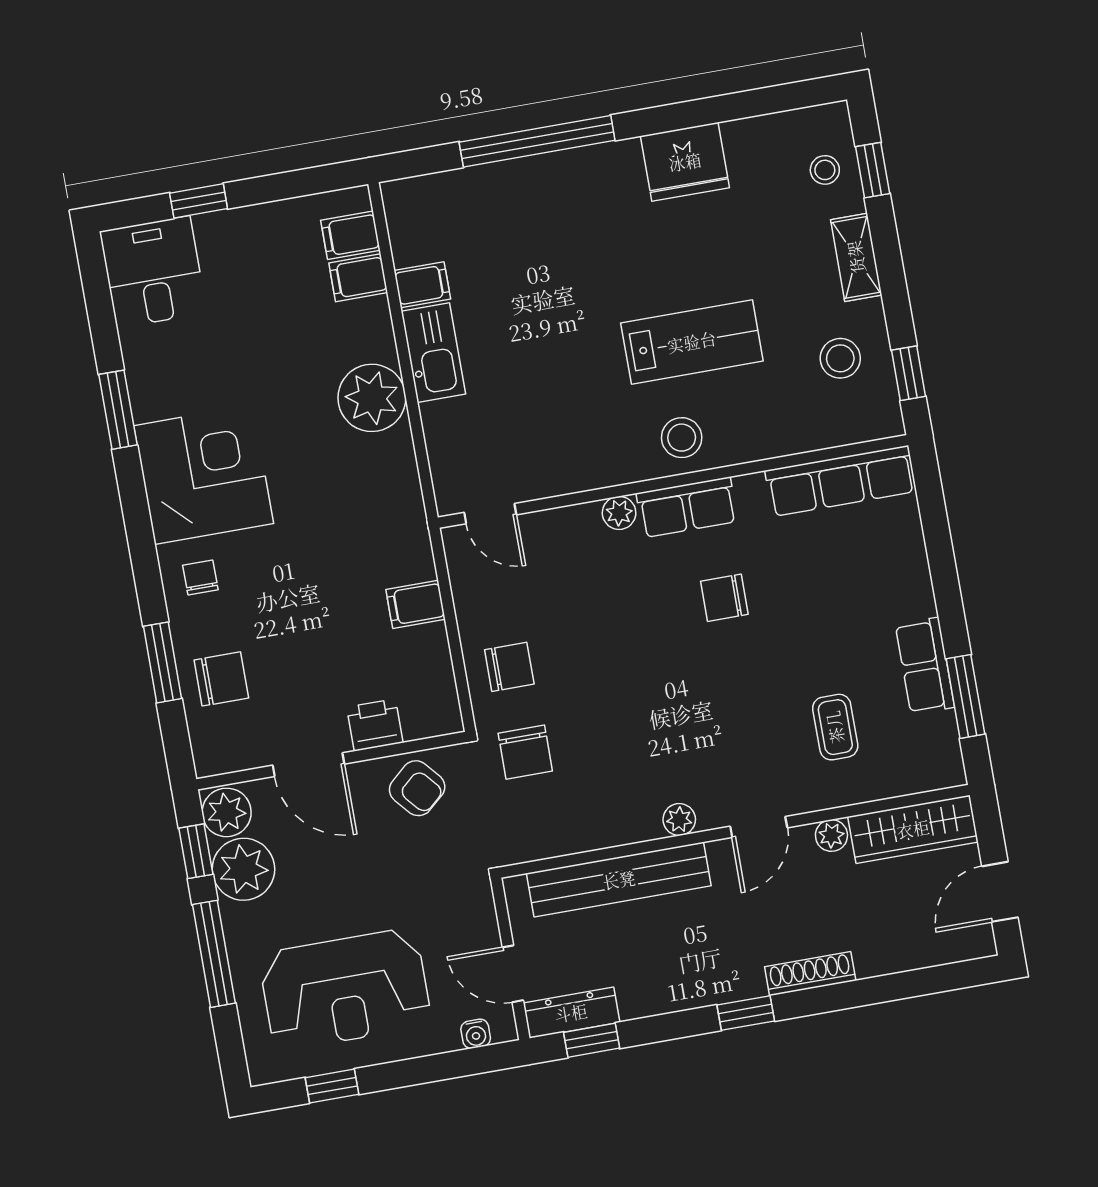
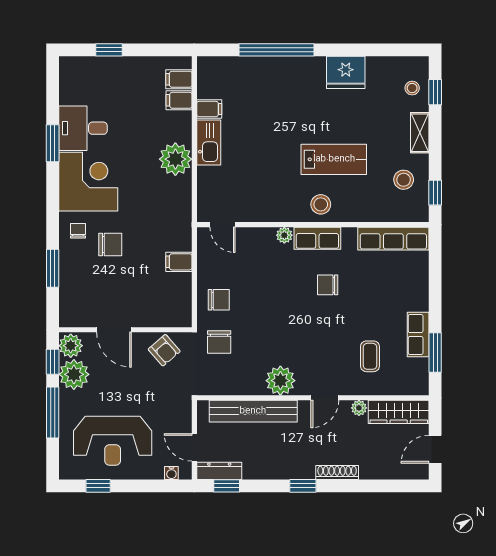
desk: (153, 272) -> (83, 128), moved, turned -90
chair: (221, 679) -> (110, 245), moved
printer: (375, 725) -> (149, 316), removed
plant: (679, 820) -> (280, 381), width x1.88, depth x1.88

